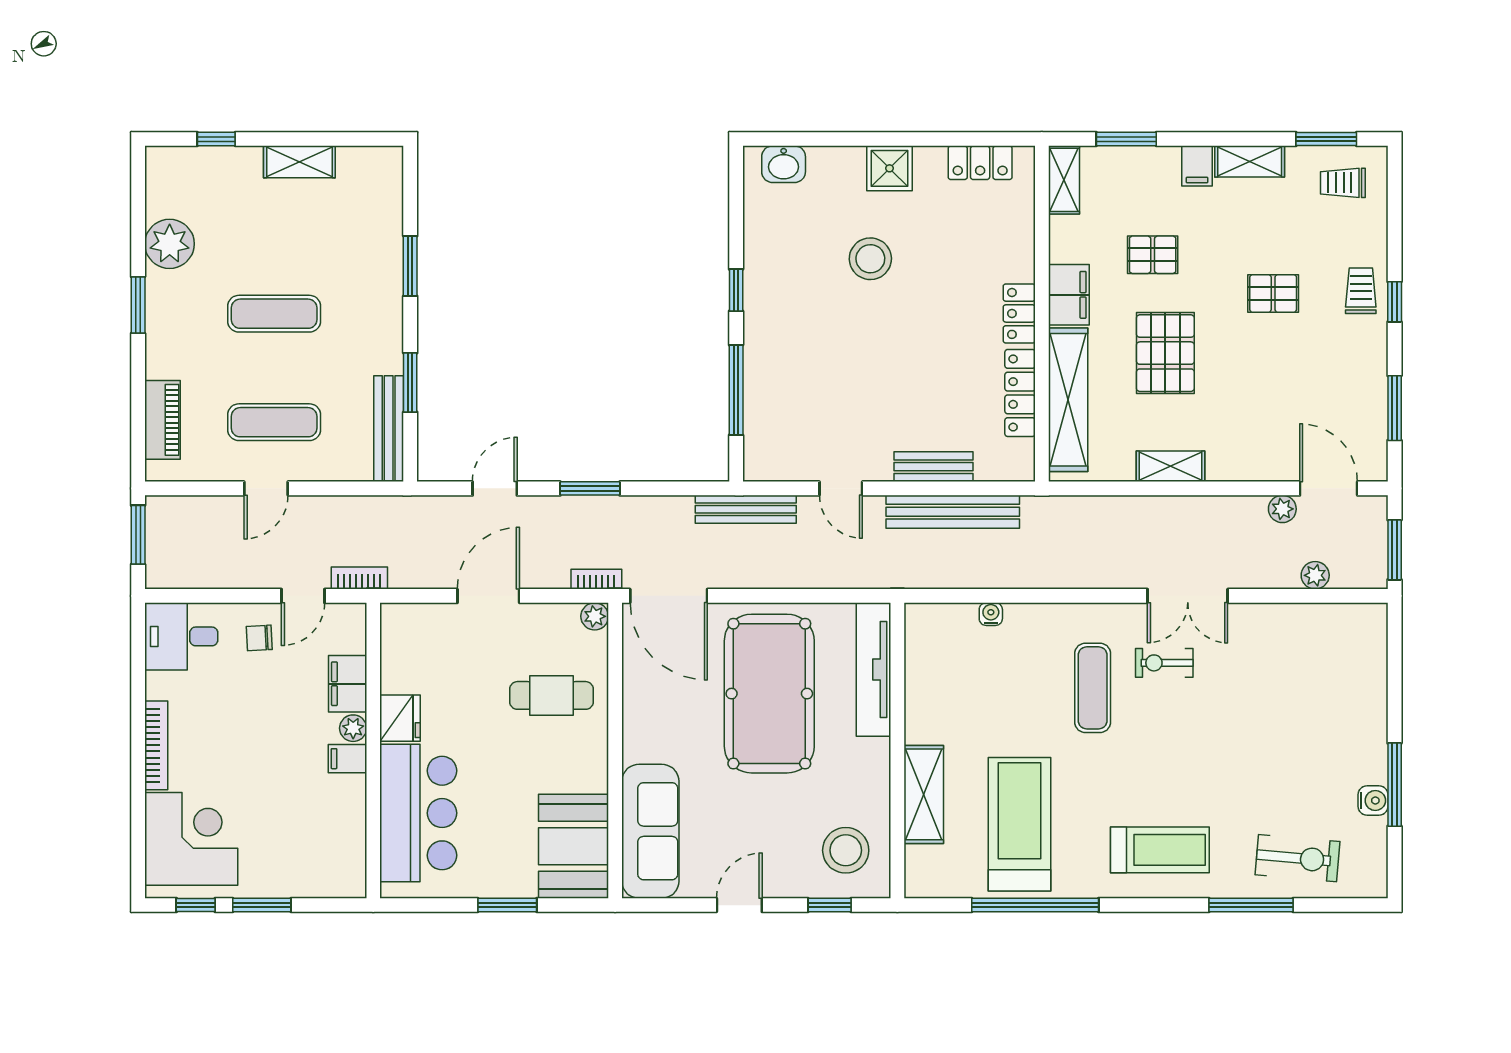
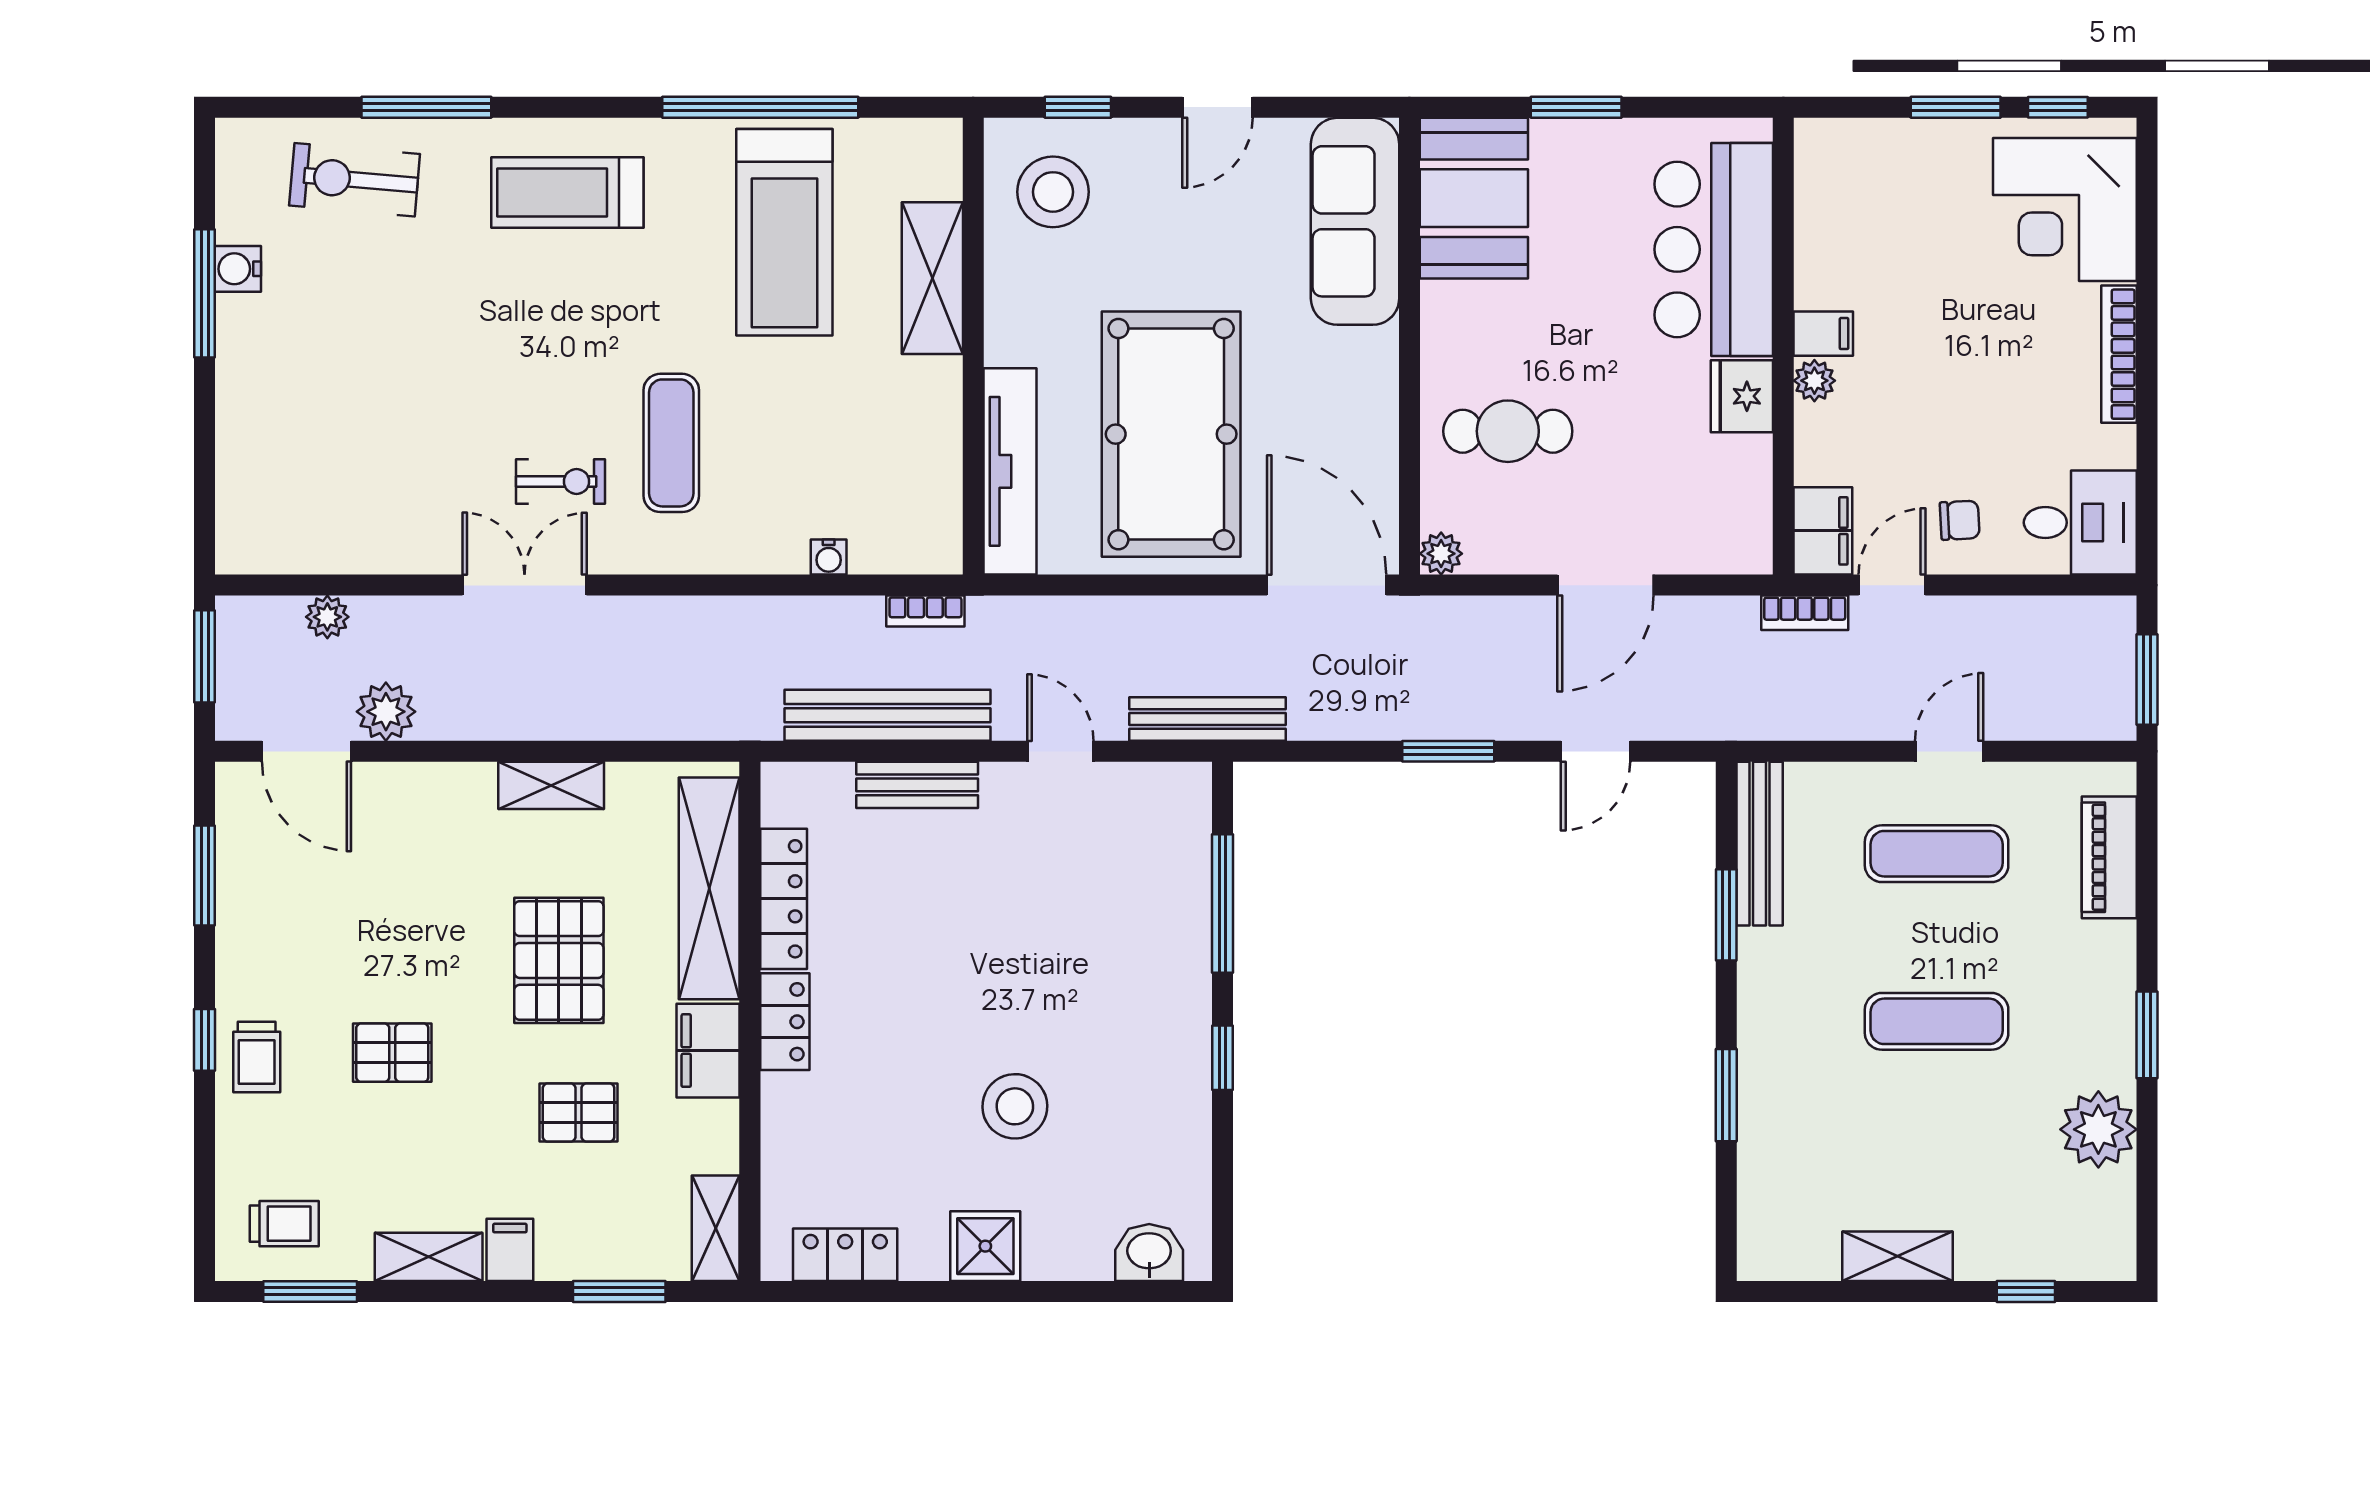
plant: (1282, 509) -> (386, 712), width x1.38, depth x1.38
bookcase: (596, 579) -> (925, 611), moved
filing cabinet: (348, 684) -> (1823, 531), moved

